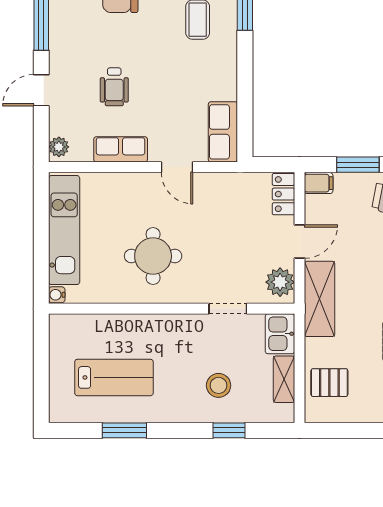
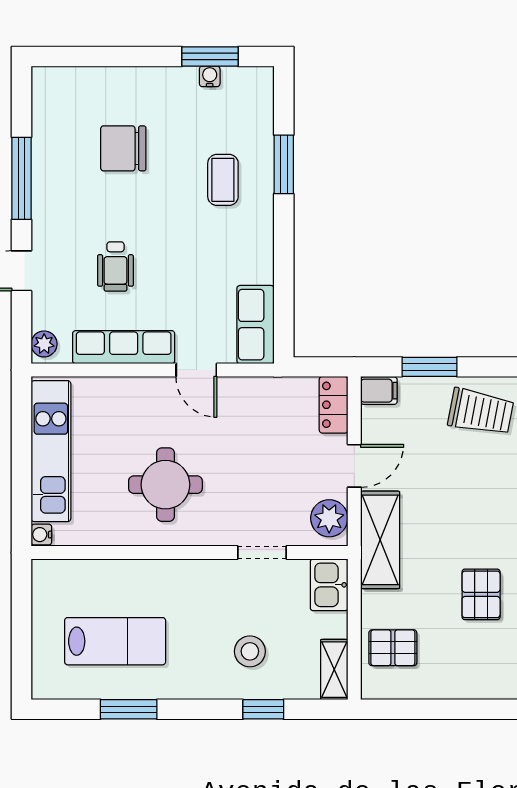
row of seats: (121, 149) -> (124, 347), width x1.48
shelving: (284, 379) -> (334, 670), moved

